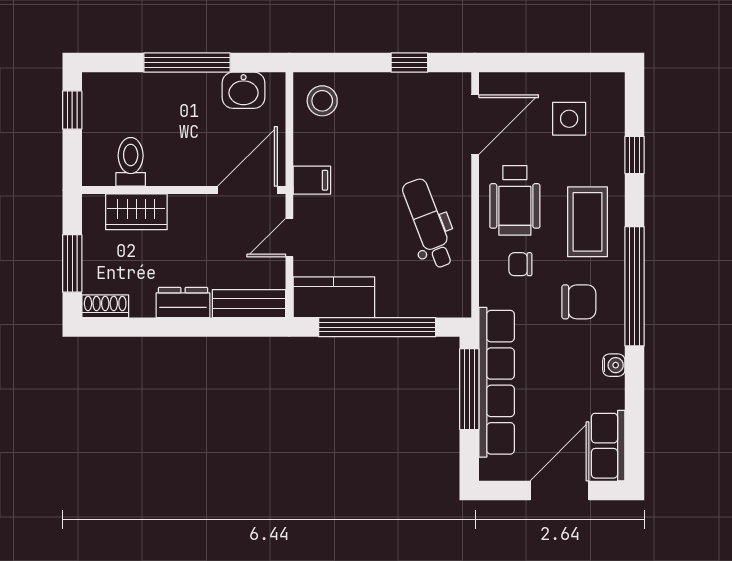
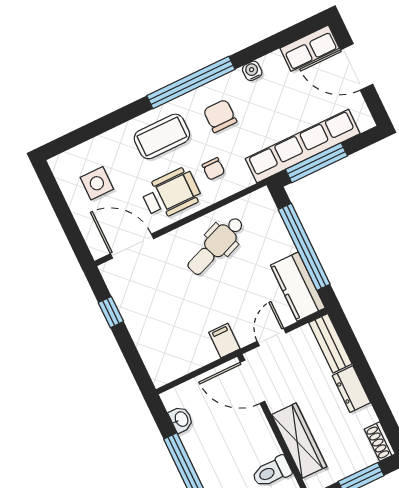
washbasin: (244, 90) -> (181, 419), width x0.72, depth x0.69
stool: (322, 101) -> (166, 360), removed
window: (635, 155) -> (100, 126), removed
wardrobe: (136, 212) -> (299, 441), width x1.50
door: (289, 238) -> (271, 337), swing flipped

